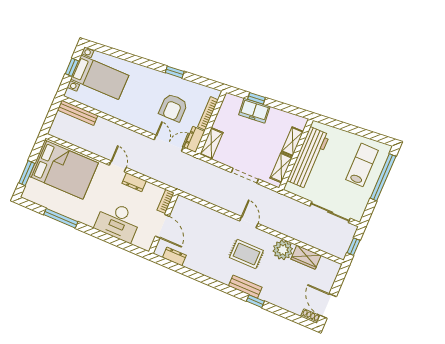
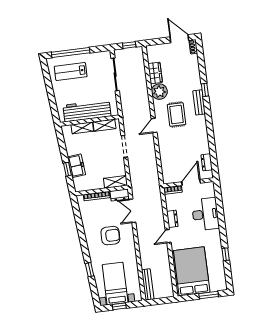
window: (175, 72) -> (90, 270), moved
armchair: (173, 108) -> (110, 236), moved
window: (61, 218) -> (226, 254), width x0.46
door: (328, 306) -> (179, 39), swing flipped

